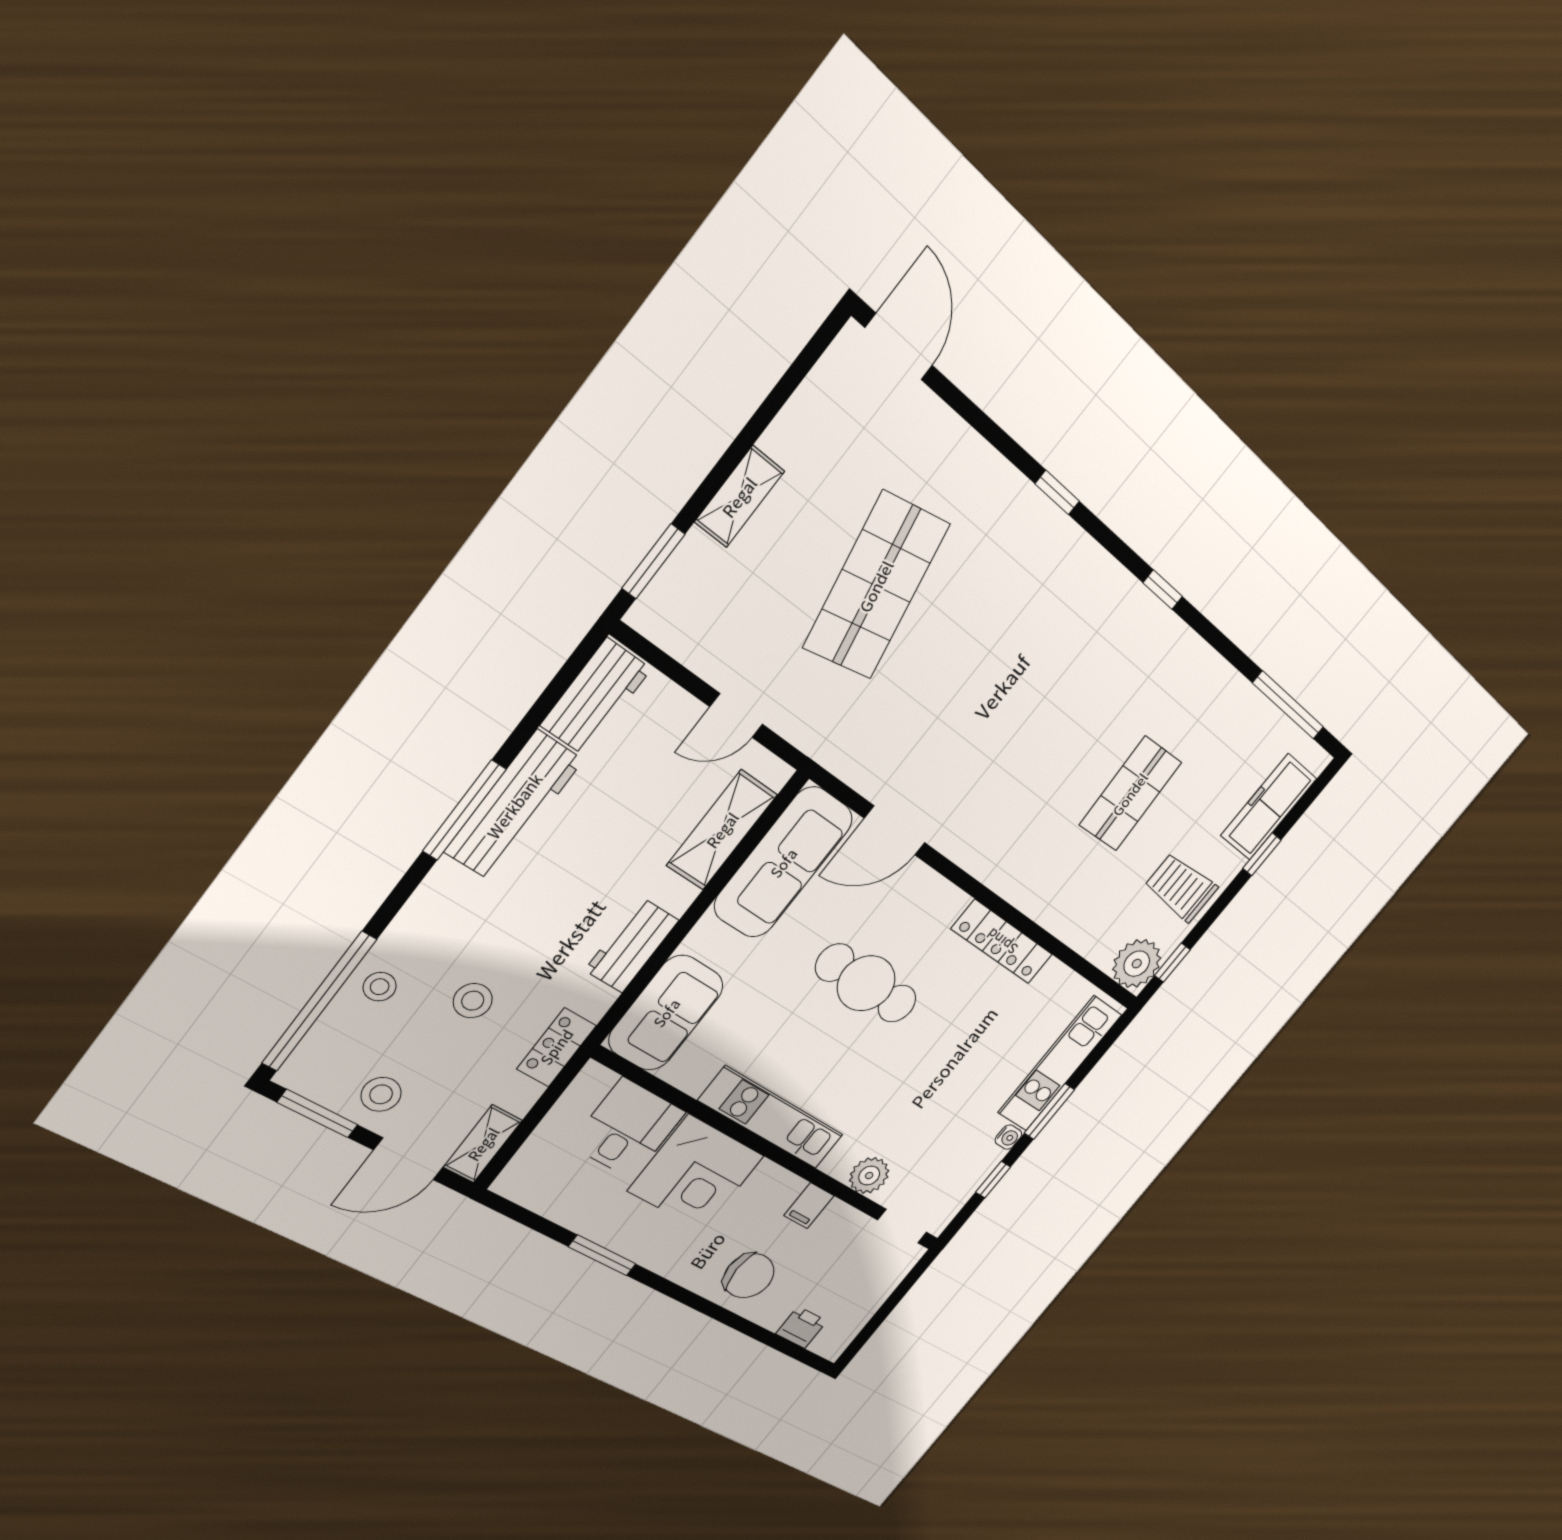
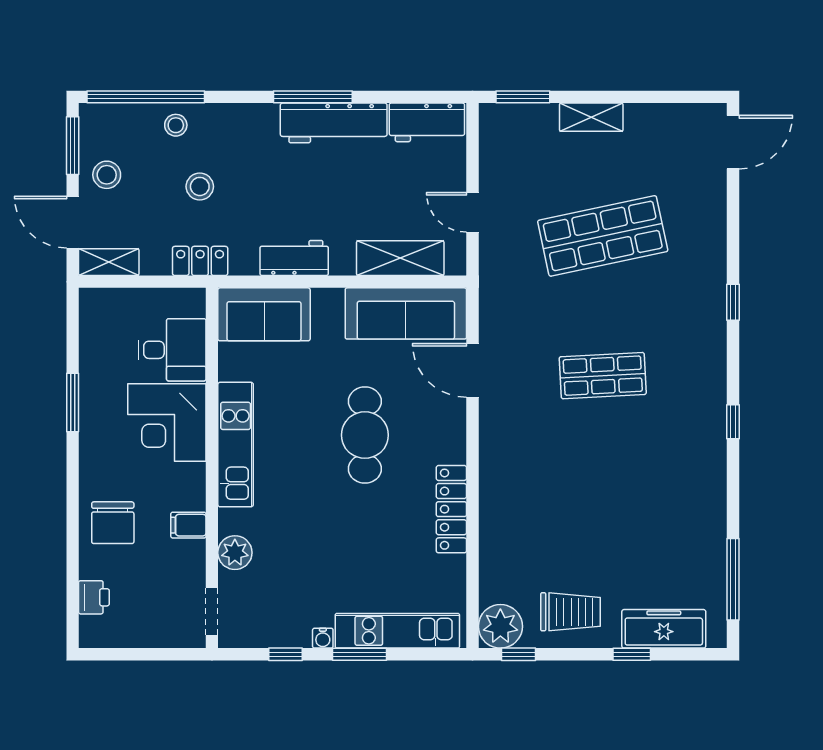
shop shelf: (1130, 794) -> (603, 376), moved
trolley: (1181, 887) -> (571, 612), turned 90

